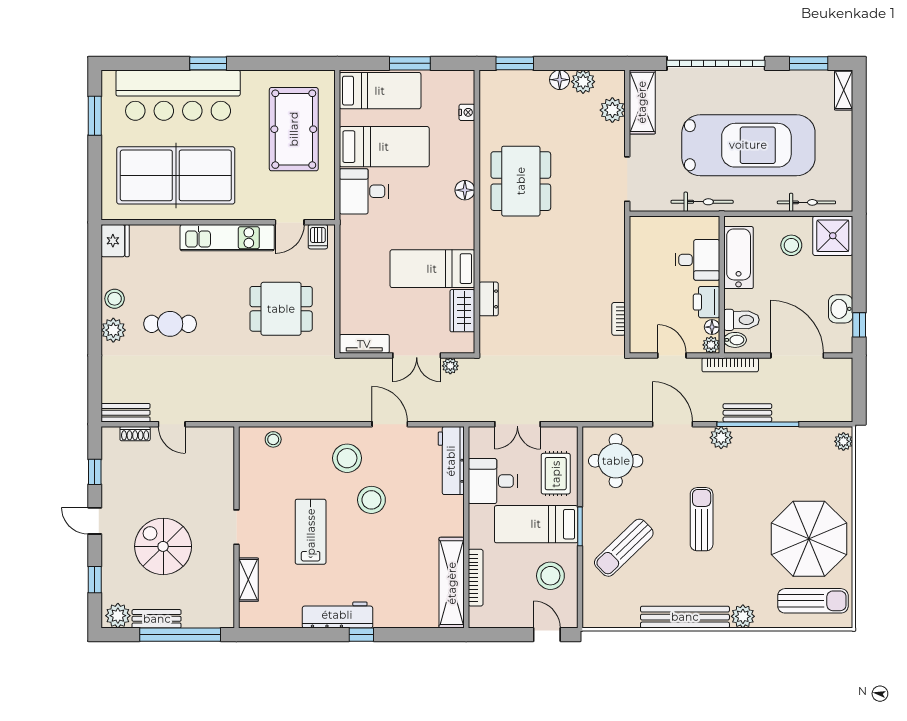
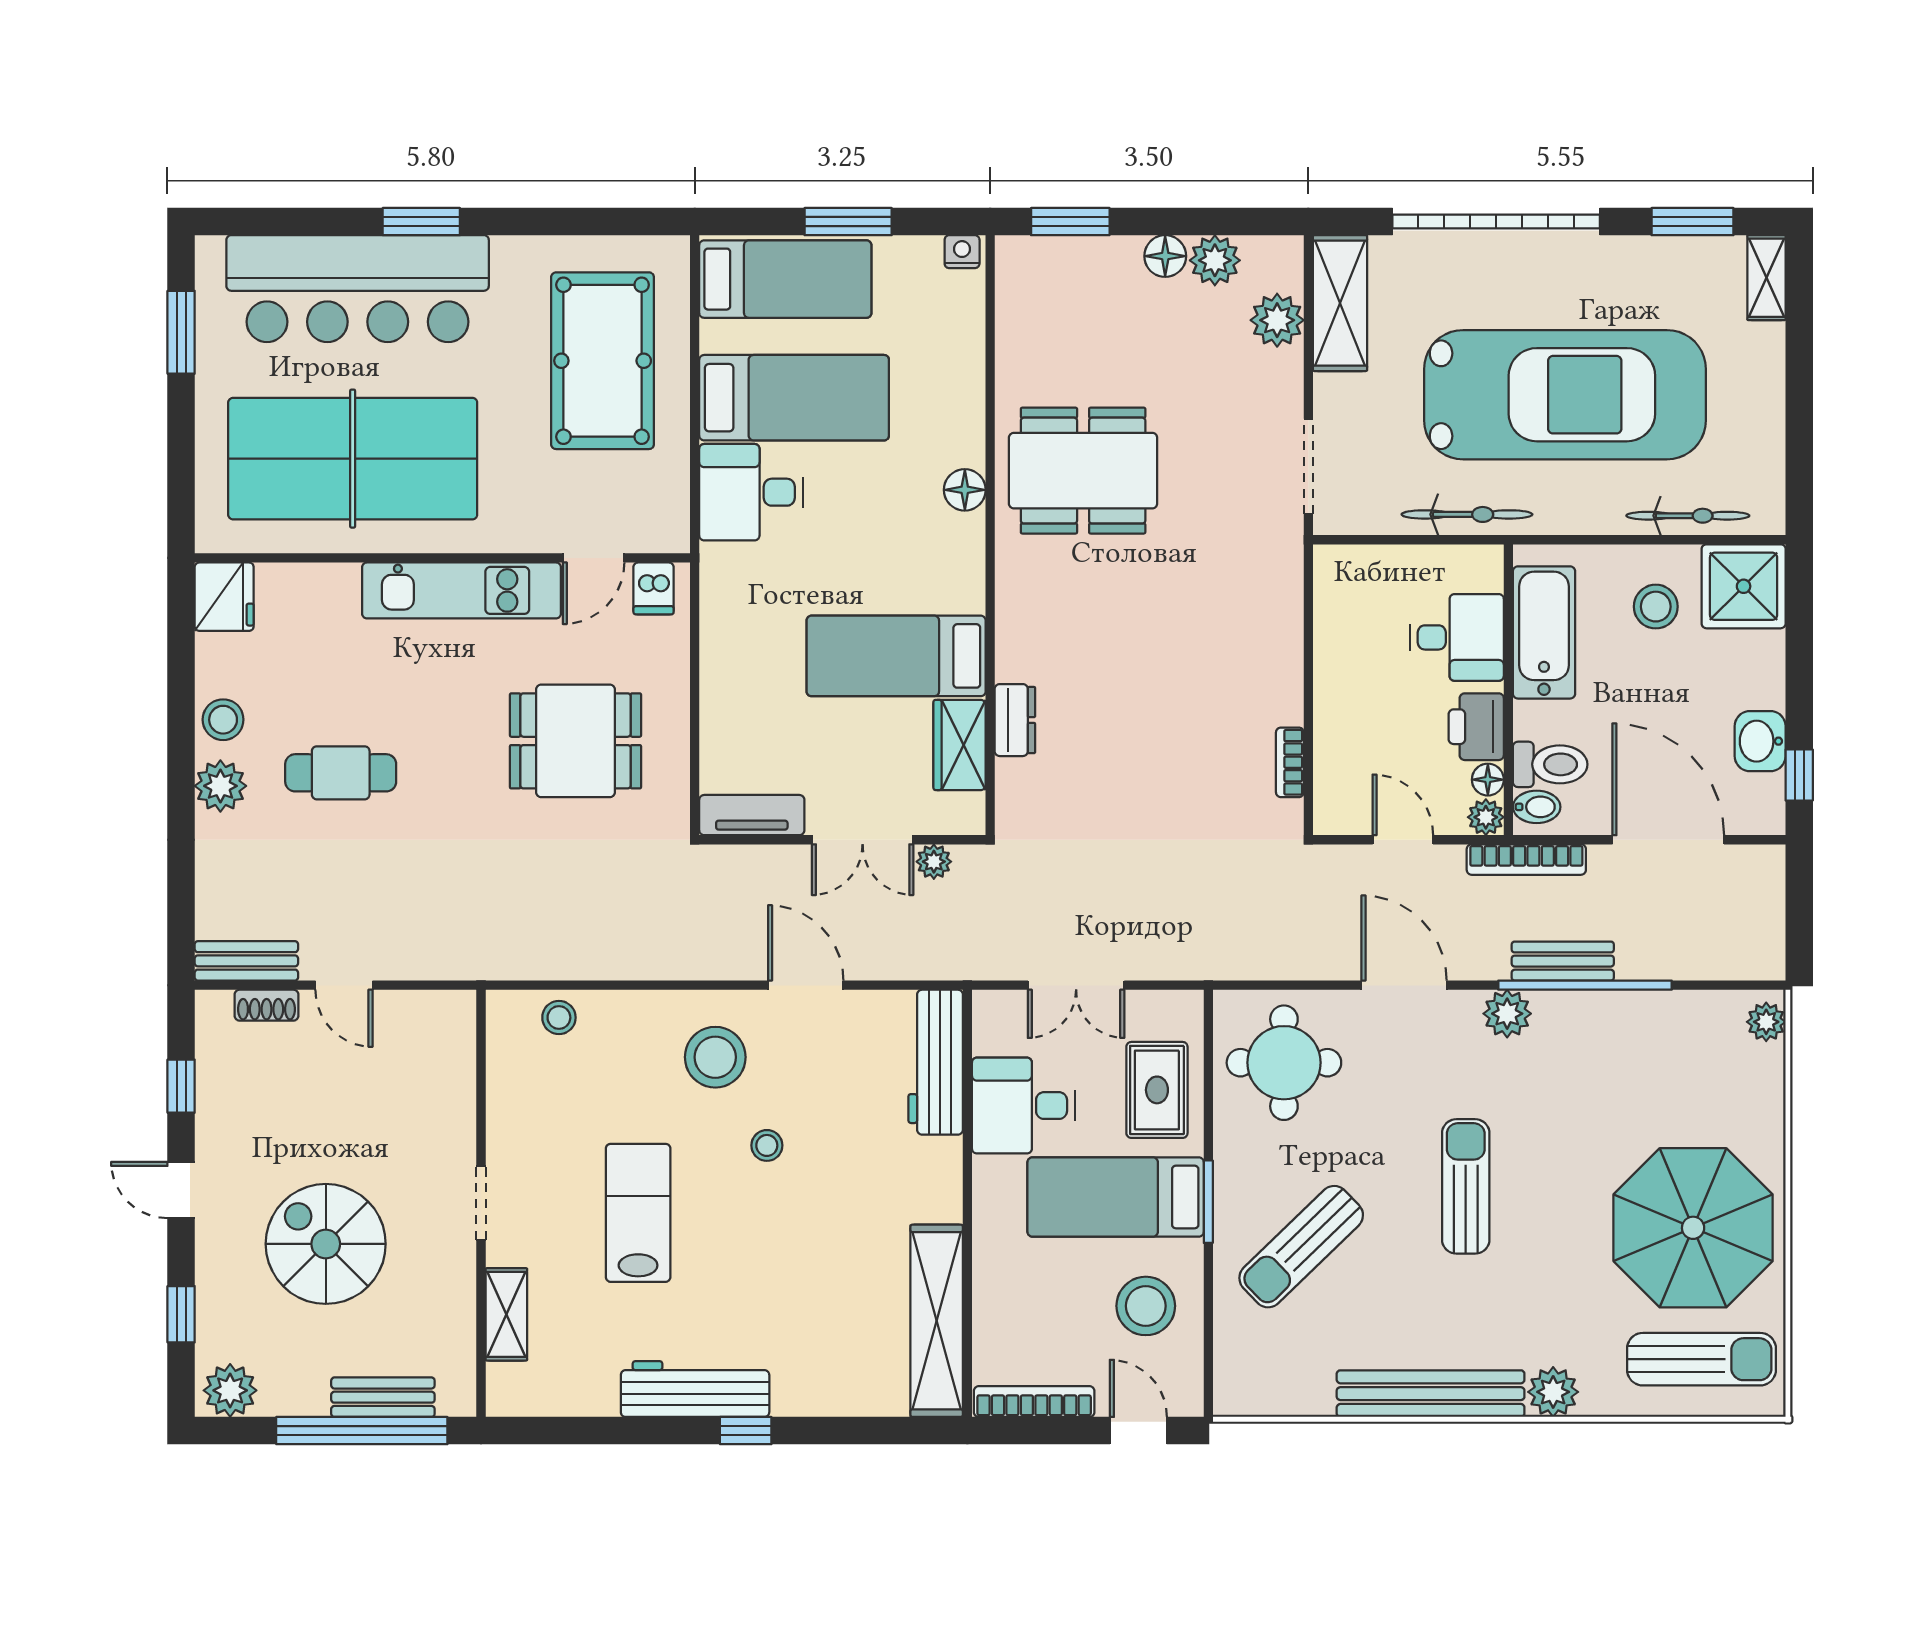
nightstand: (467, 112) -> (962, 252), moved, turned -90
dining table: (521, 181) -> (1083, 471), turned 90
stool: (371, 500) -> (767, 1145), width x0.53, depth x0.53
bookcase: (476, 578) -> (1034, 1402), moved, turned -90
bench: (157, 619) -> (383, 1397), moved

